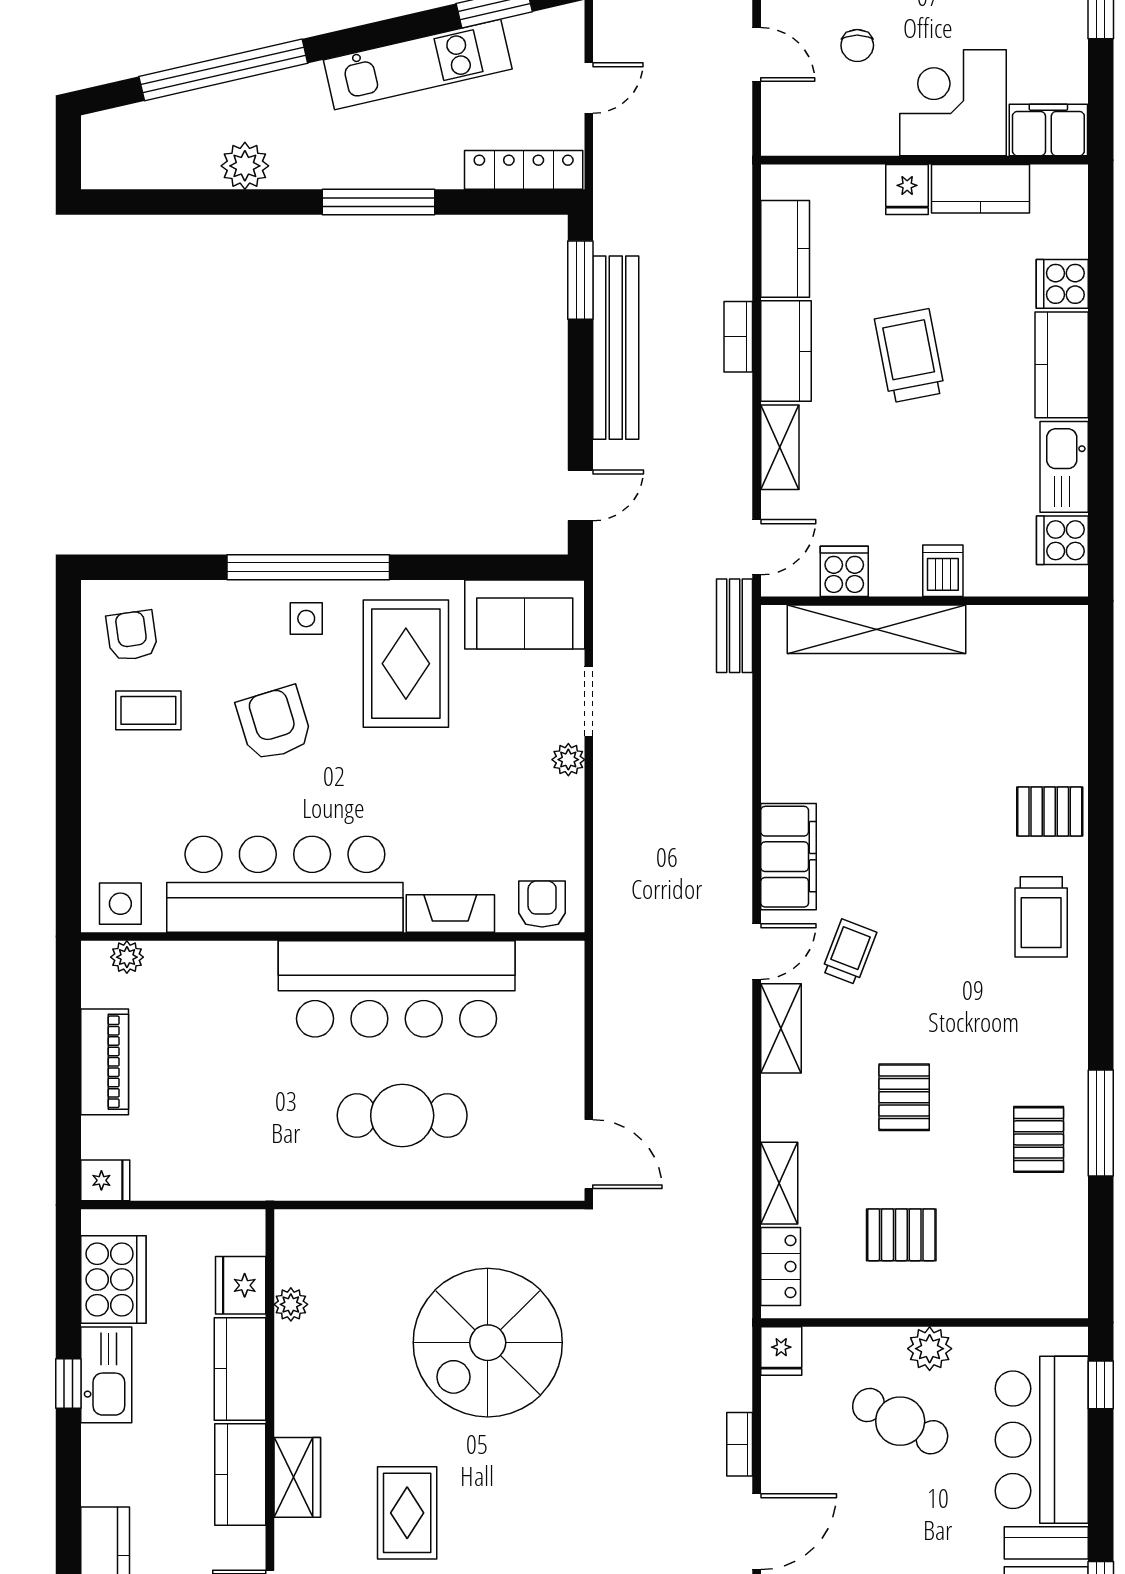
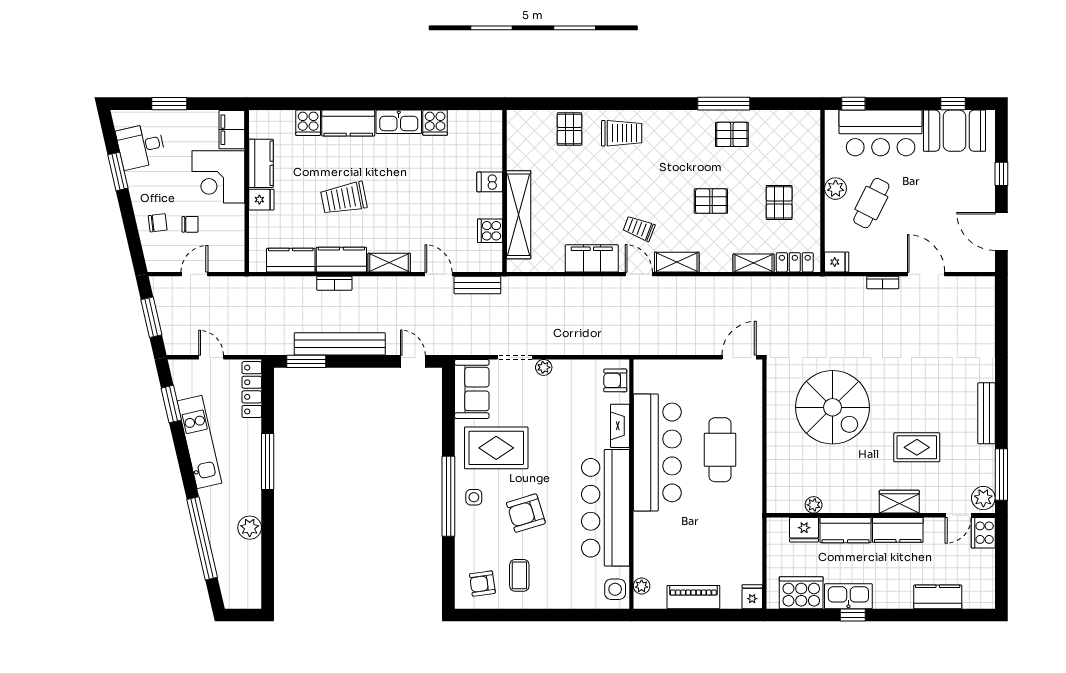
cooker: (844, 571) -> (490, 231), moved
dishwasher: (943, 571) -> (490, 182), moved
wall: (924, 601) -> (505, 191), moved
shelving: (877, 629) -> (519, 215), moved

